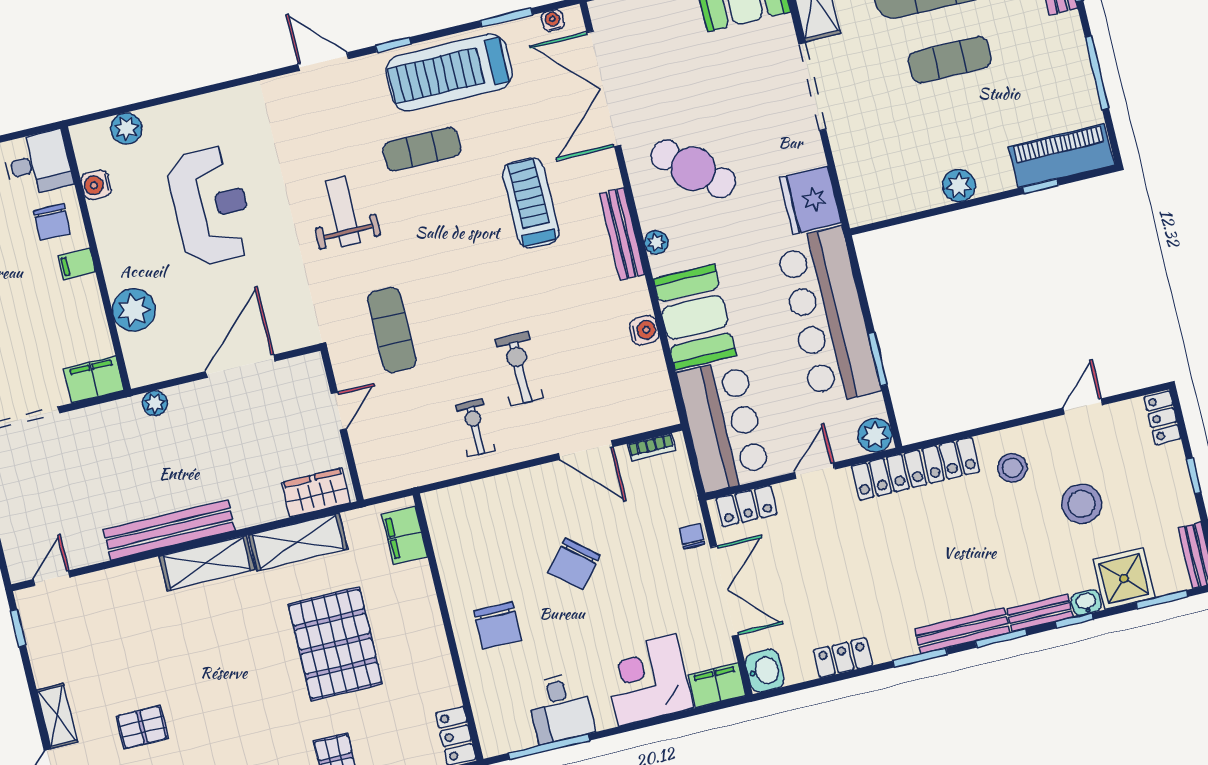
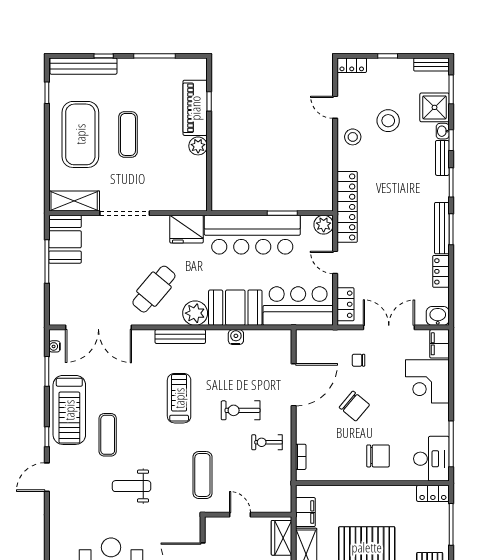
piano: (1061, 156) -> (195, 108), moved
treadmill: (531, 203) -> (179, 398), moved, turned 90
plant: (656, 242) -> (195, 313), width x1.87, depth x1.87
exercise mat: (392, 330) -> (202, 475), turned 90
bookcase: (652, 447) -> (301, 457), moved
door: (586, 450) -> (294, 385), width x1.36
stool: (1012, 468) -> (353, 137), moved
filing cabinet: (405, 535) -> (305, 512), moved, turned -90
chair: (692, 536) -> (358, 360), moved
bench: (962, 631) -> (442, 228), moved
desk: (560, 708) -> (431, 459), moved, width x1.37

